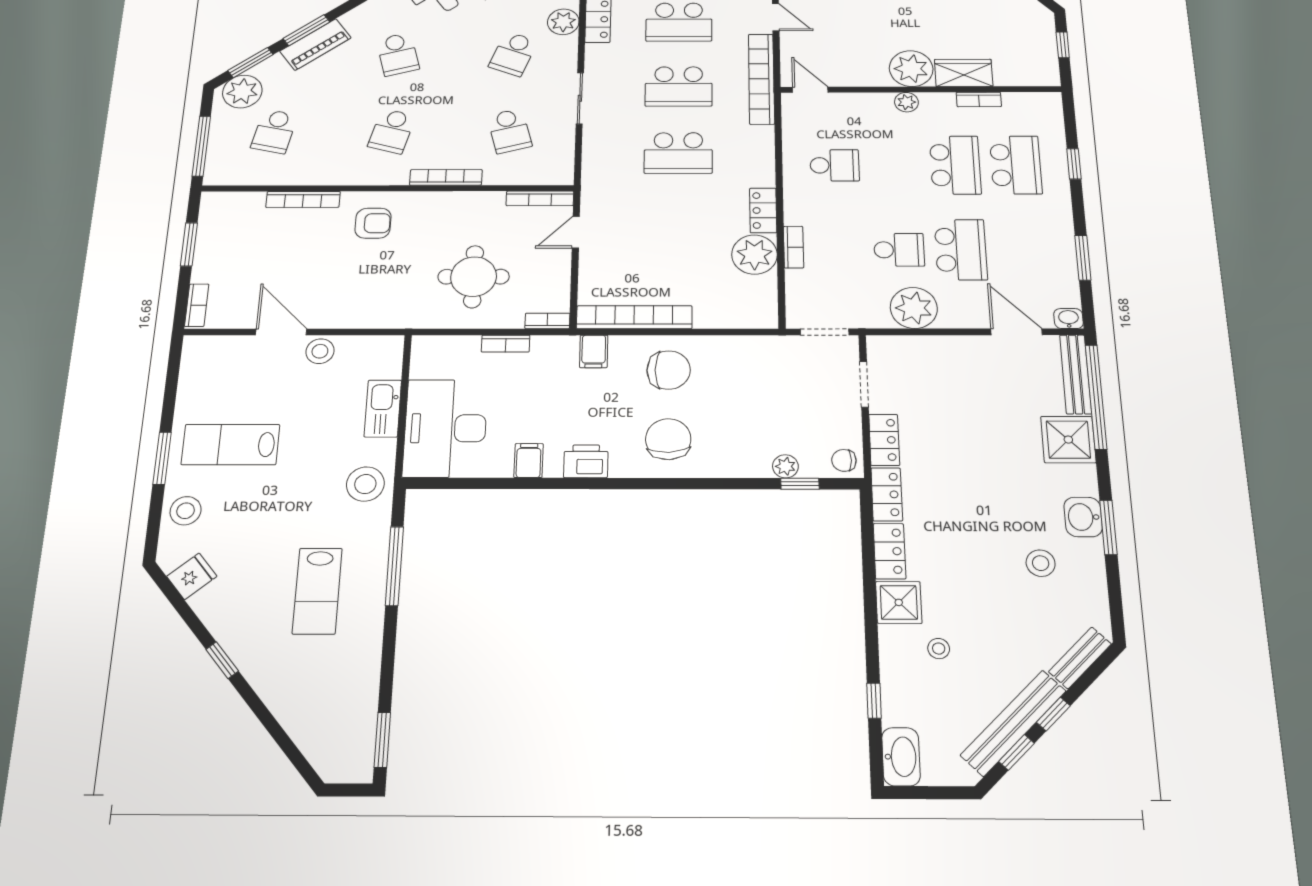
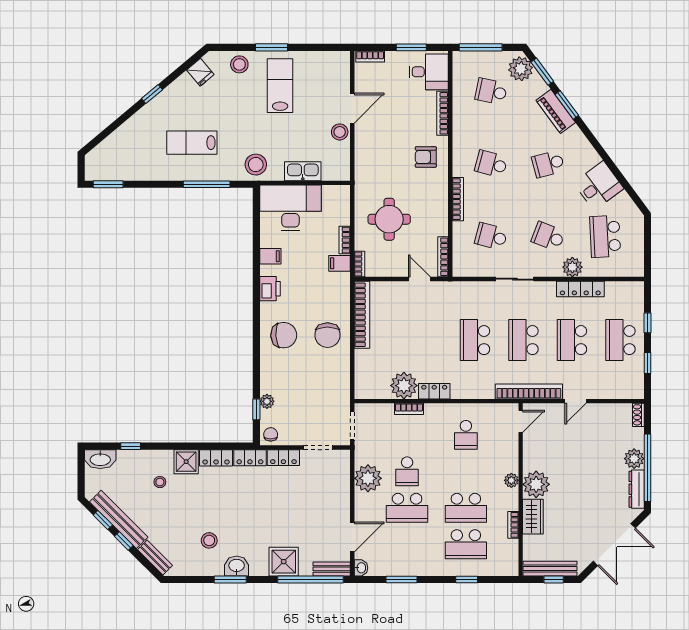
bench: (1046, 50) -> (550, 569), added
school desk: (510, 131) -> (491, 236), turned 30
desk: (232, 219) -> (429, 72), added
armchair: (373, 223) -> (426, 157), turned 90
filing cabinet: (594, 351) -> (340, 263), moved
bench: (1076, 374) -> (332, 569), width x0.73

